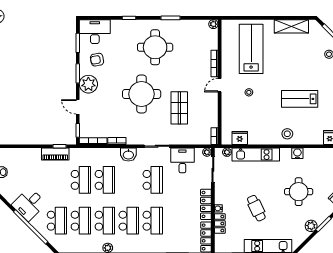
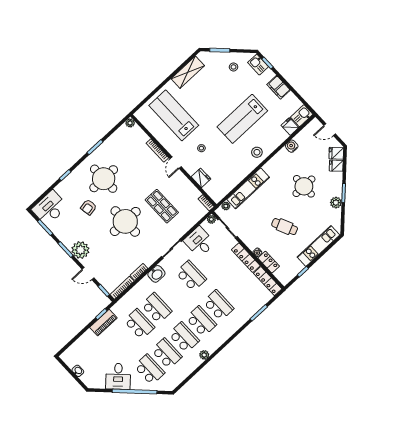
armchair: (97, 60) -> (88, 207), moved
lab bench: (300, 99) -> (242, 119), width x1.36, depth x1.39
fridge: (240, 138) -> (201, 178), moved, turned 90
water cooler: (297, 153) -> (292, 146), moved

